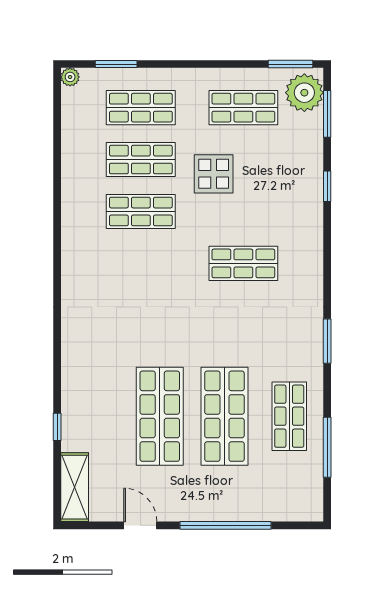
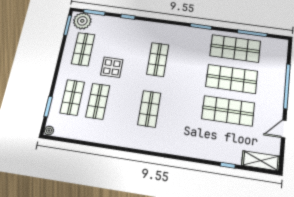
shop shelf: (141, 211) -> (149, 109), moved
shop shelf: (289, 416) -> (235, 48), width x1.43, depth x1.36

